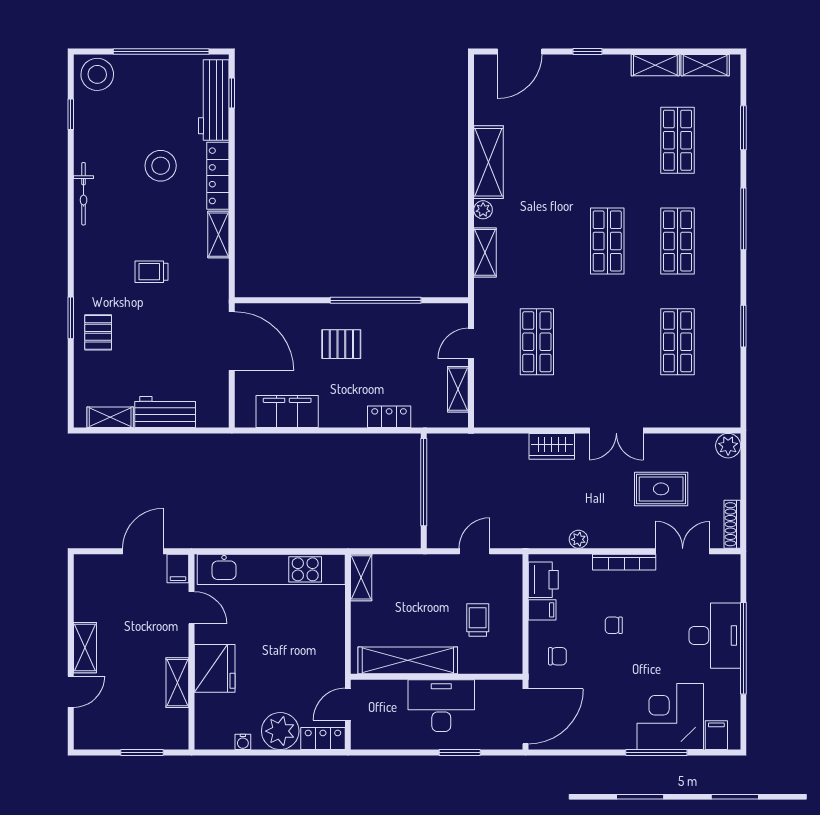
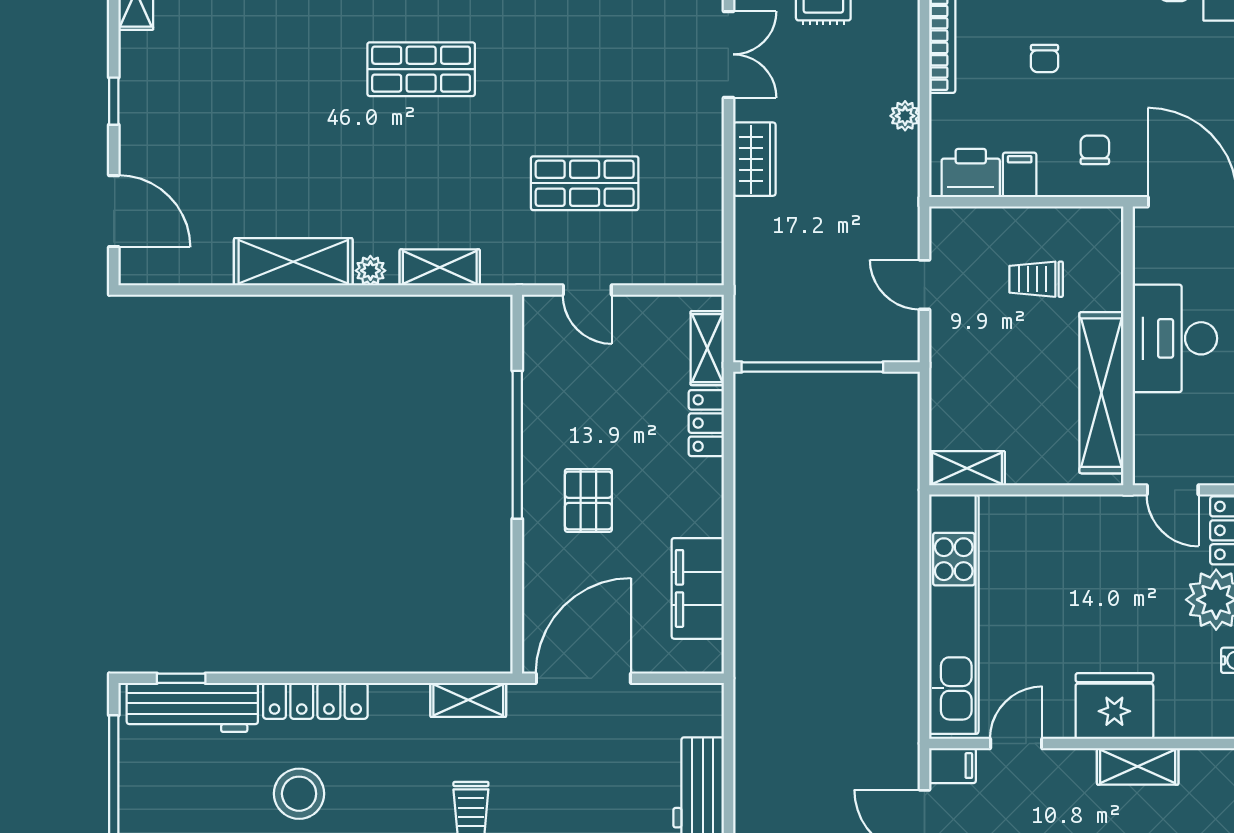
shelving: (218, 235) -> (468, 700), moved
shelving: (458, 389) -> (707, 348), moved, turned 90

